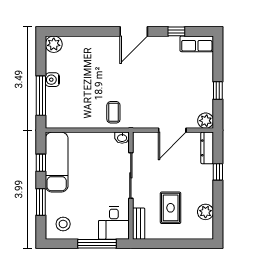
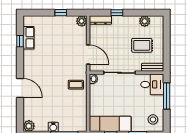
door: (134, 31) -> (20, 88), moved
row of seats: (197, 44) -> (28, 38), moved
door: (172, 130) -> (88, 55), moved

